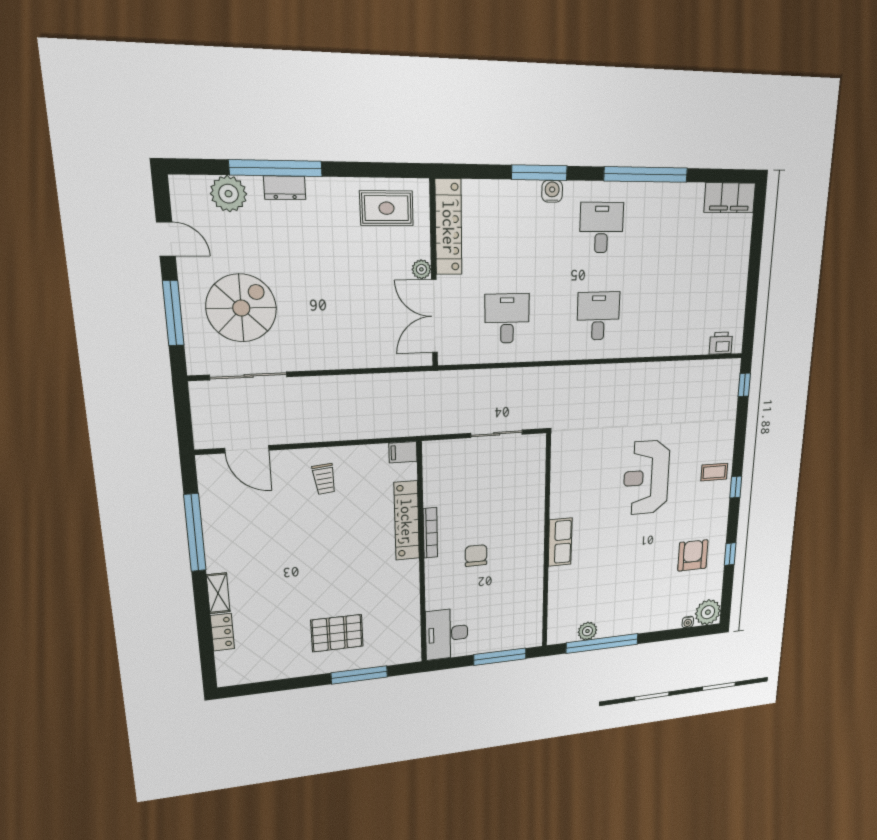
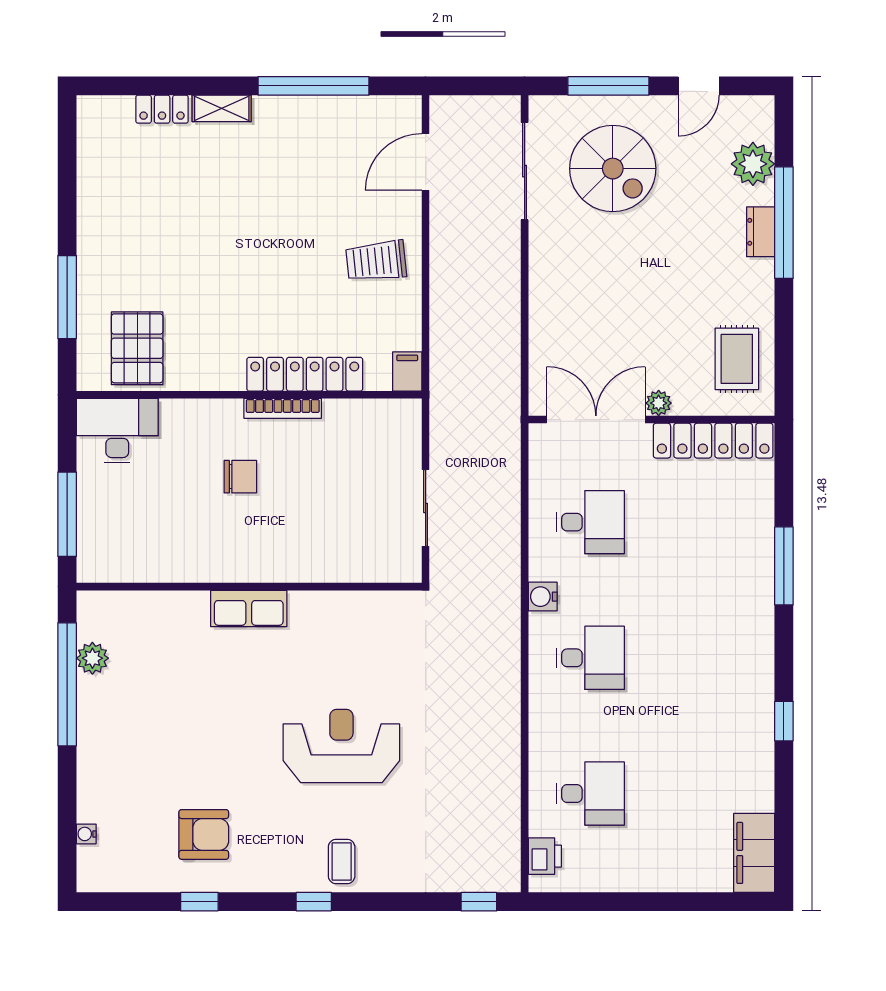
window: (646, 174) -> (784, 721), width x0.32
water cooler: (552, 191) -> (543, 597), moved, turned 180
desk: (601, 228) -> (590, 793), moved
trolley: (324, 479) -> (376, 261), width x1.36, depth x1.39
plant: (708, 612) -> (100, 869), removed
pallet: (337, 633) -> (137, 348), moved

